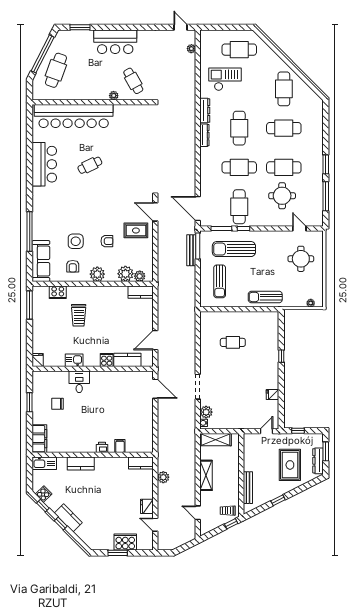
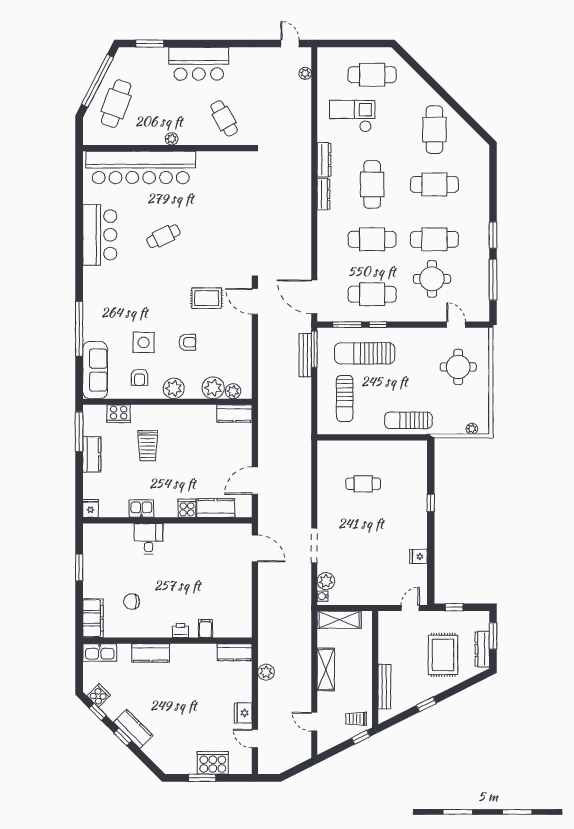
plant: (114, 96) -> (172, 139), moved
cafe table: (239, 207) -> (372, 294), turned 90
rug: (136, 230) -> (207, 298), moved
kitchen counter: (39, 321) -> (92, 454), added
chair: (57, 404) -> (132, 602), moved

